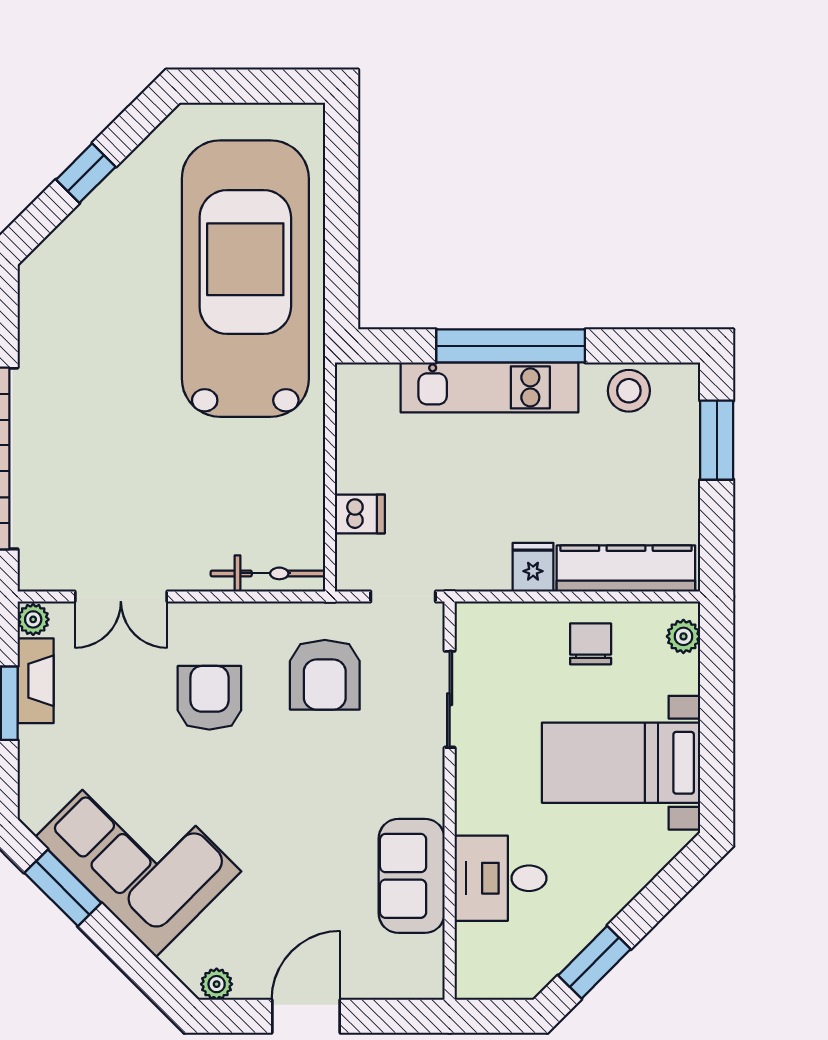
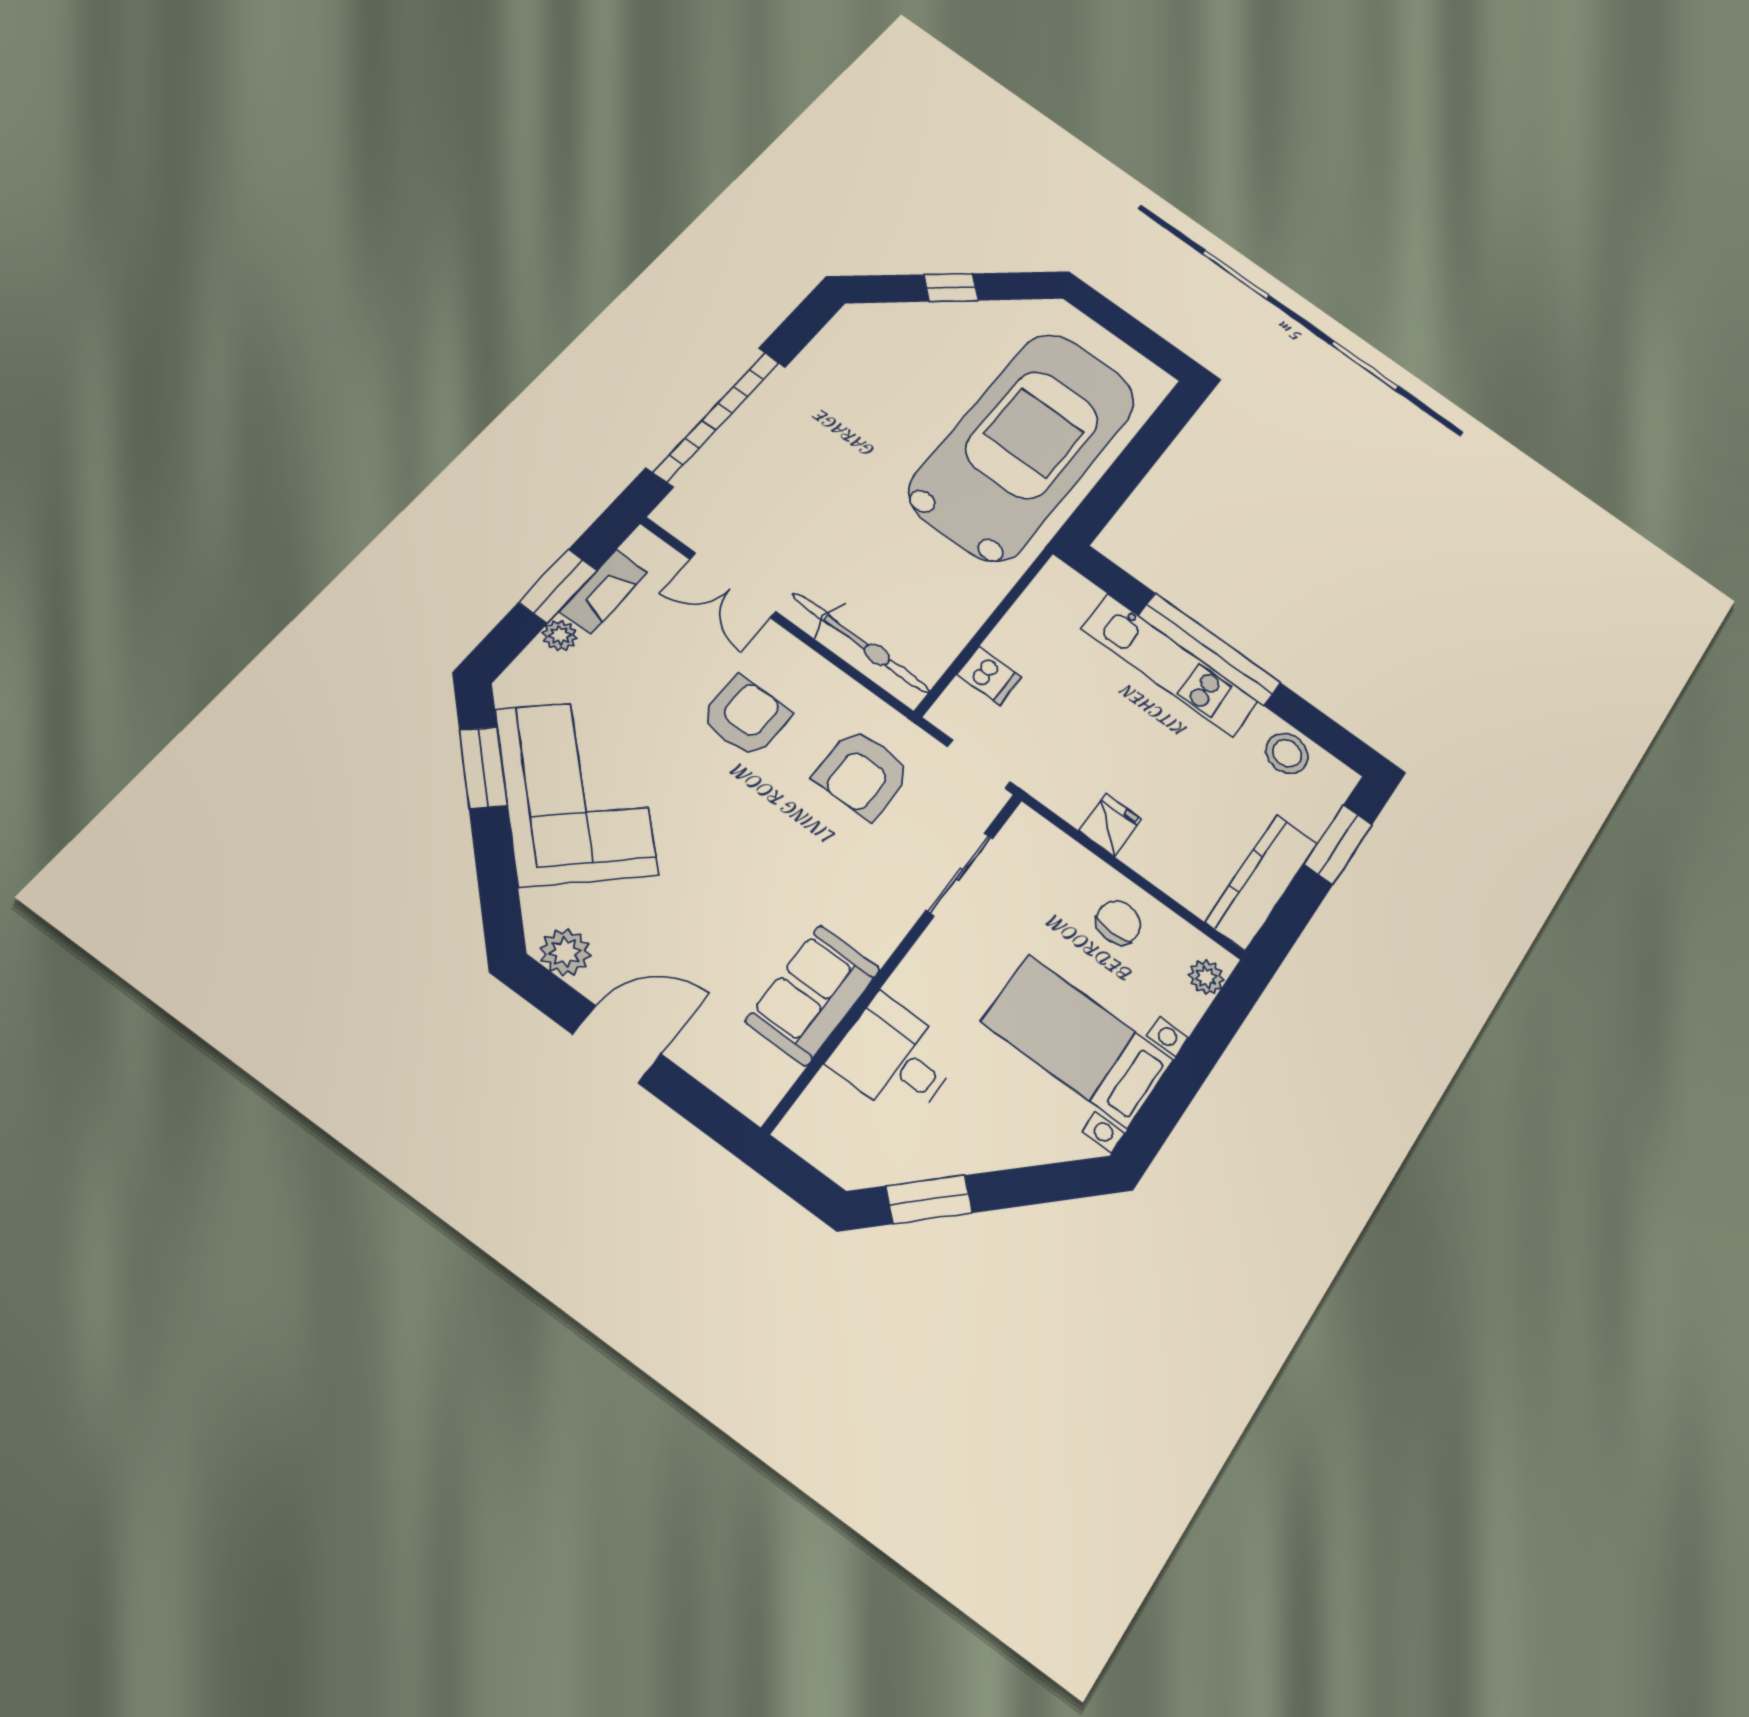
kitchen counter: (626, 569) -> (1262, 882), moved, turned -90
bicycle: (268, 573) -> (861, 643), width x1.37, depth x1.40
plant: (33, 619) -> (560, 635), moved
plant: (217, 984) -> (565, 952), width x1.38, depth x1.38

